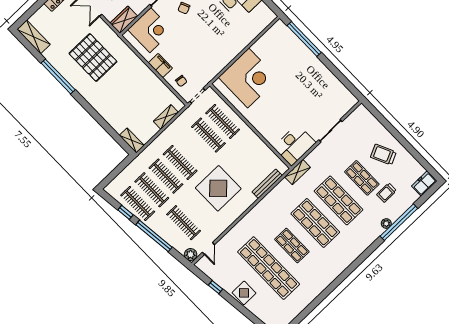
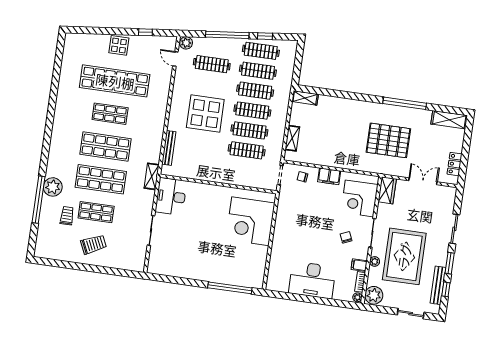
clothes rail: (223, 121) -> (249, 130), moved
freezer: (424, 184) -> (42, 247), removed
plant: (386, 223) -> (53, 187), width x1.88, depth x1.88

